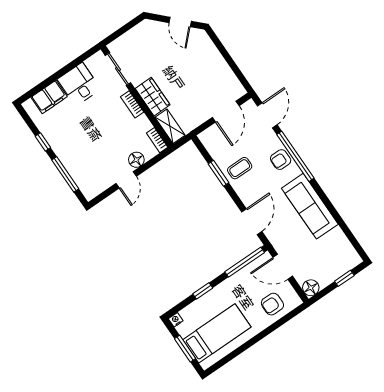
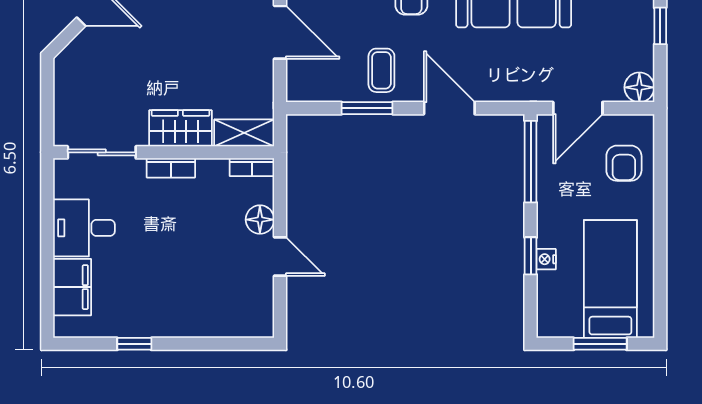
window: (65, 174) -> (208, 344), removed
door: (252, 222) -> (449, 108), moved
nightstand: (176, 320) -> (546, 259), moved

